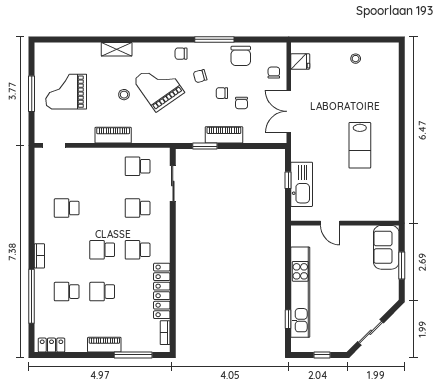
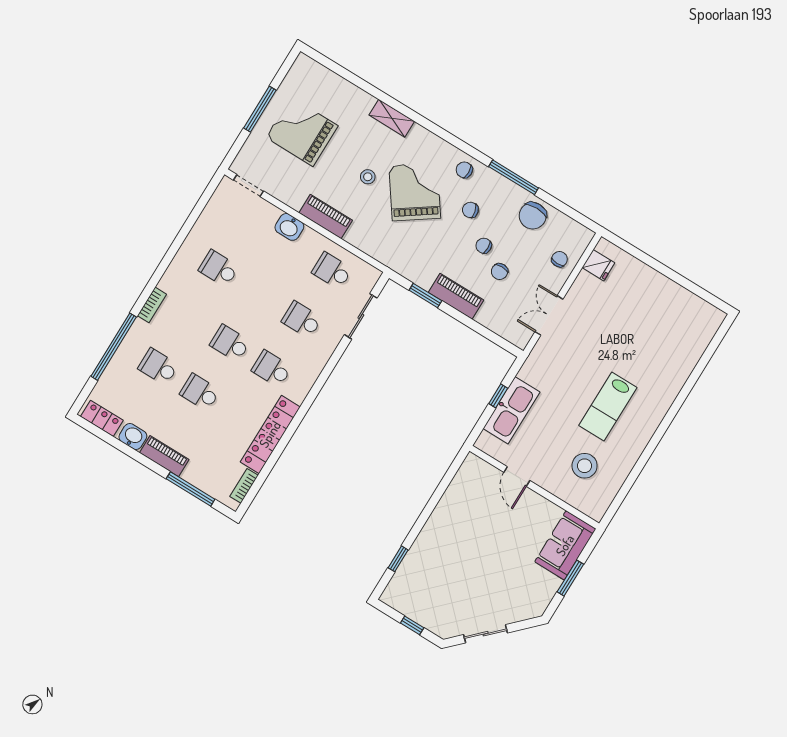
stool: (356, 59) -> (585, 466), moved, width x1.89, depth x1.89
double door: (289, 111) -> (549, 315), width x0.73
washbasin: (95, 155) -> (289, 227), added
kitchen unit: (300, 292) -> (432, 536), removed
washbasin: (78, 344) -> (133, 437), added

